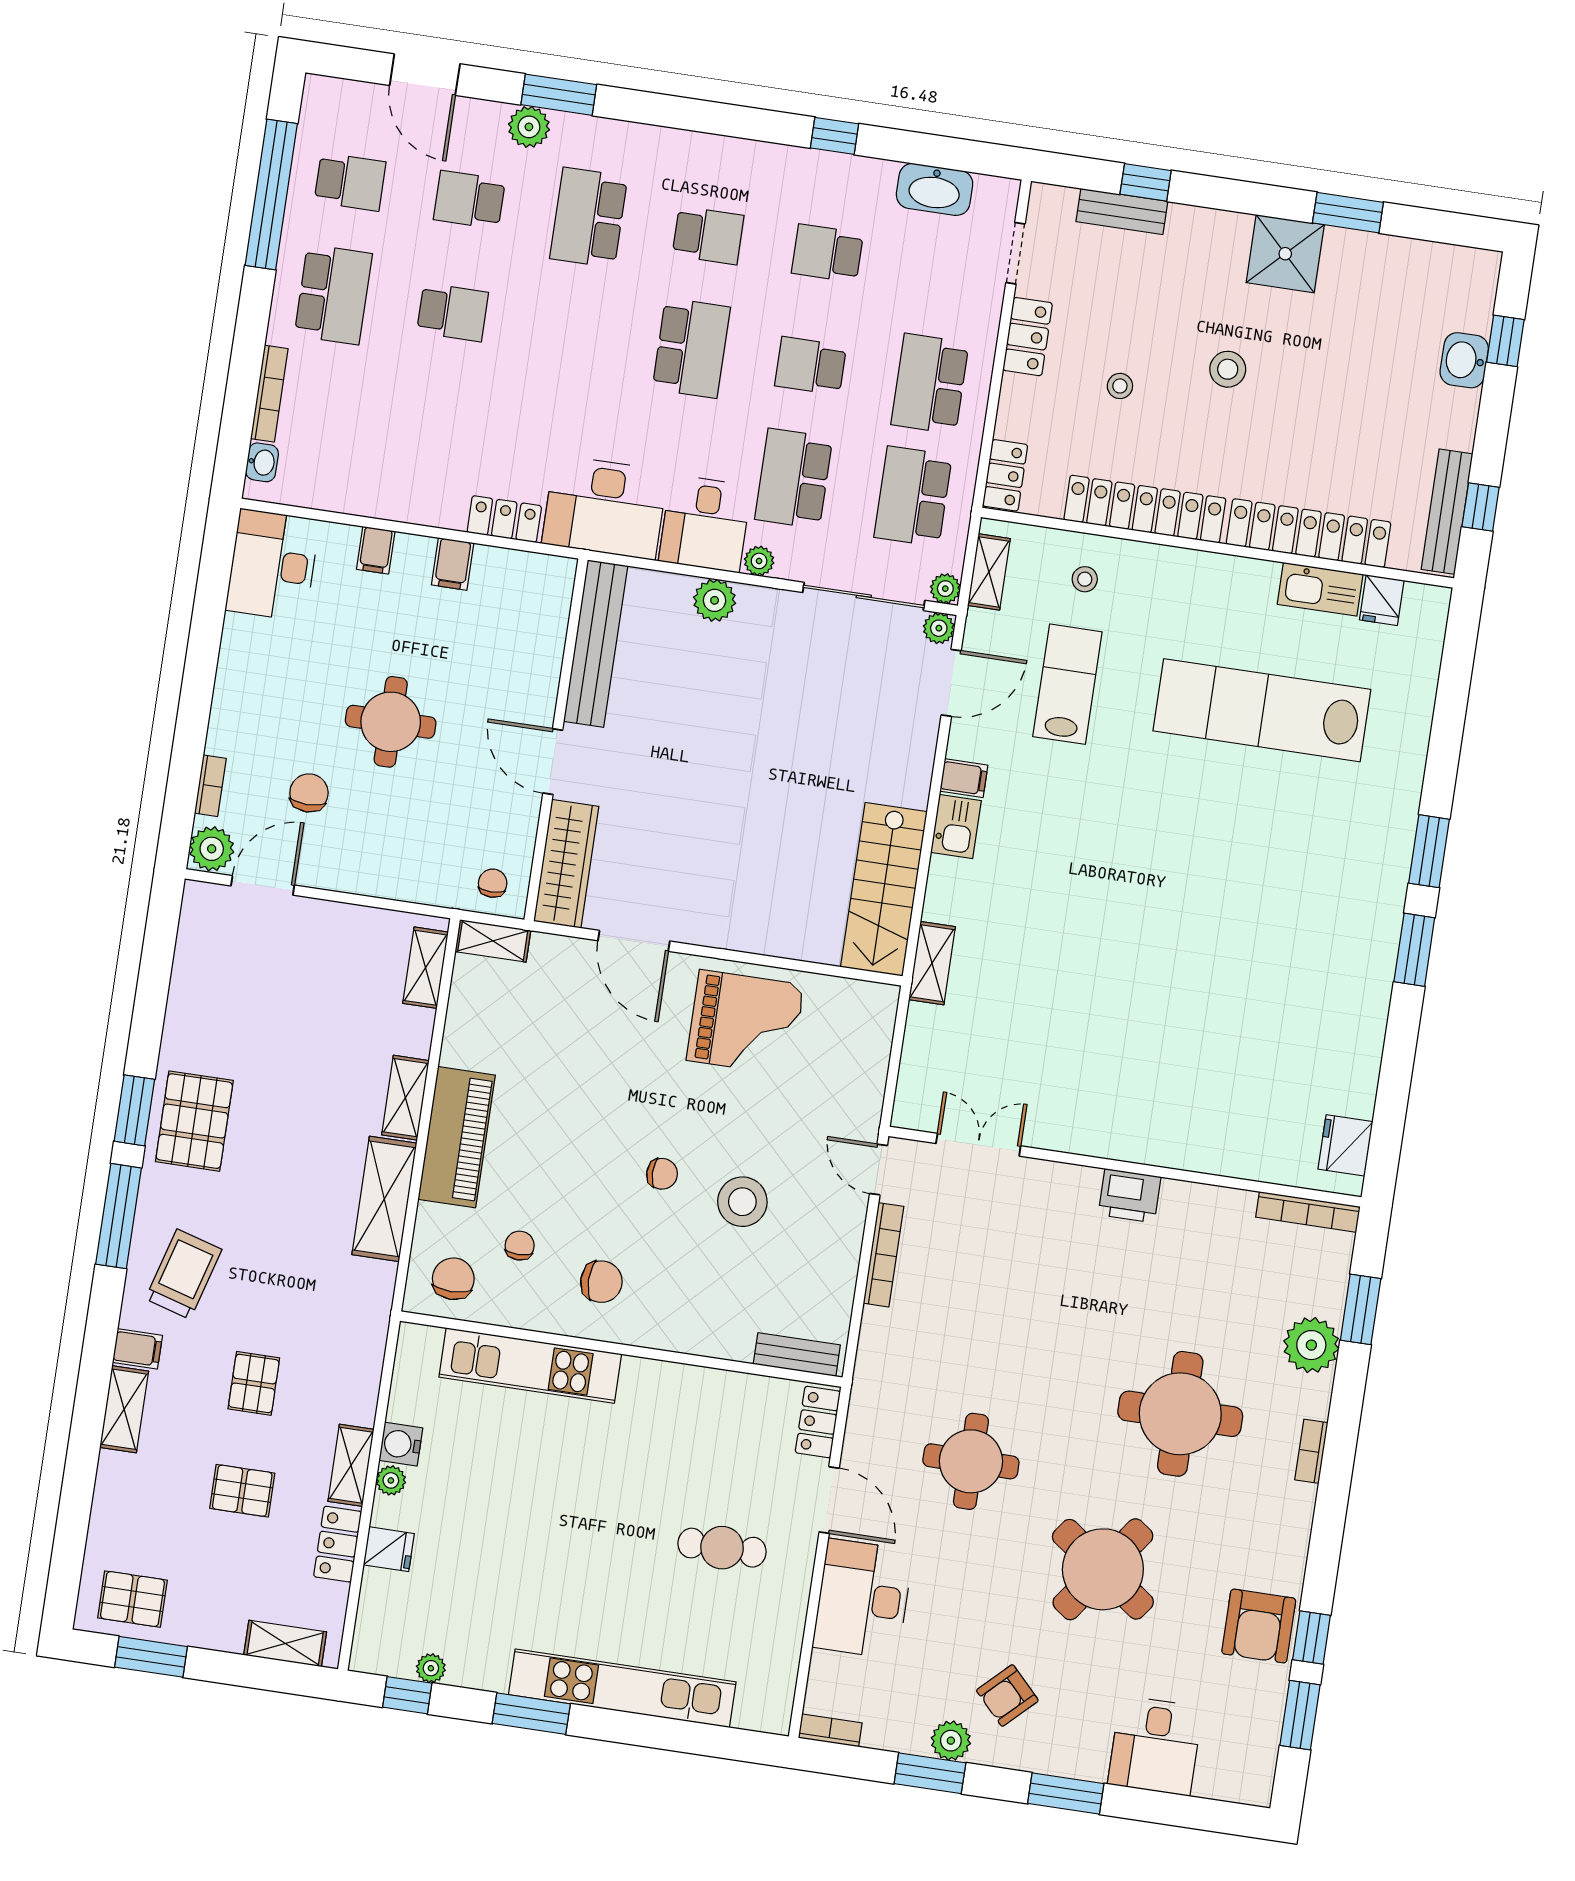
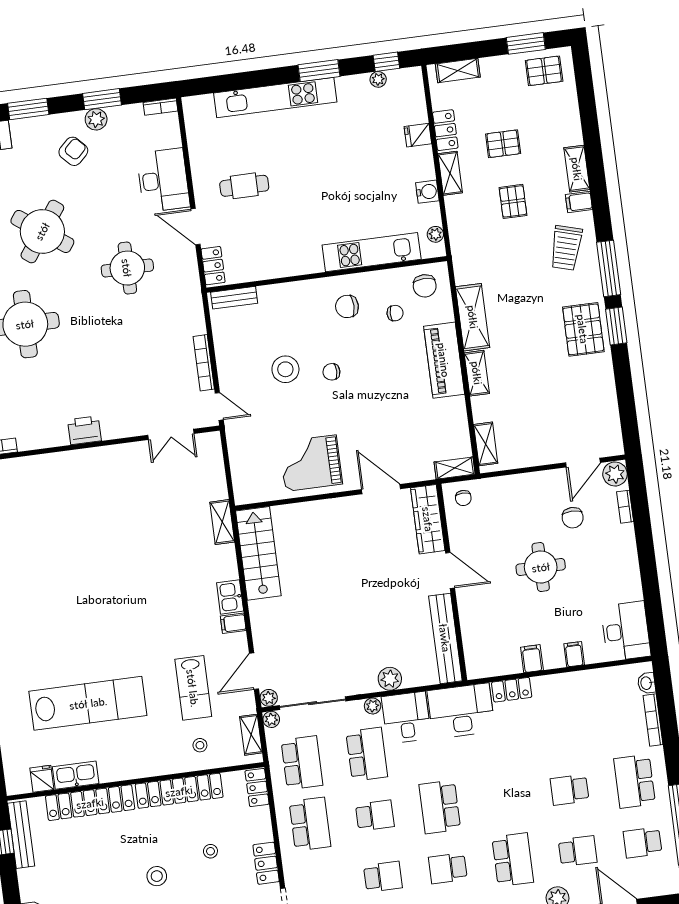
chair: (520, 1246) -> (395, 313), turned -90
plant: (391, 1480) -> (435, 234), moved

